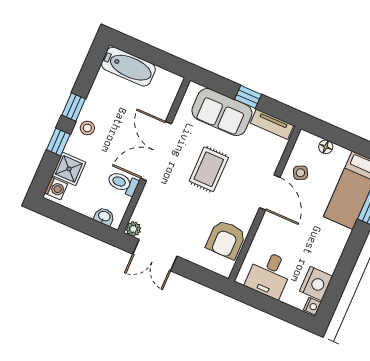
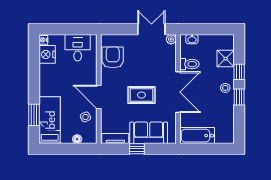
bathtub: (128, 67) -> (197, 136), moved
rug: (209, 169) -> (142, 95), turned 90
washing machine: (56, 189) -> (228, 43), removed

